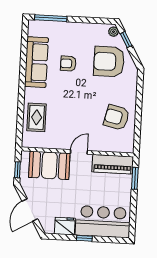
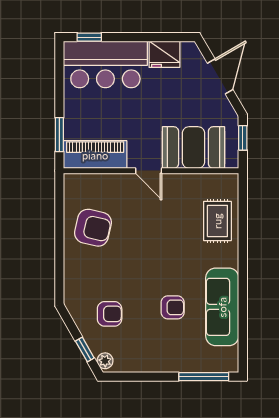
armchair: (109, 62) -> (110, 314), width x0.53, depth x0.53
door: (79, 152) -> (149, 171), hinge flipped
window: (84, 238) -> (89, 37), moved

